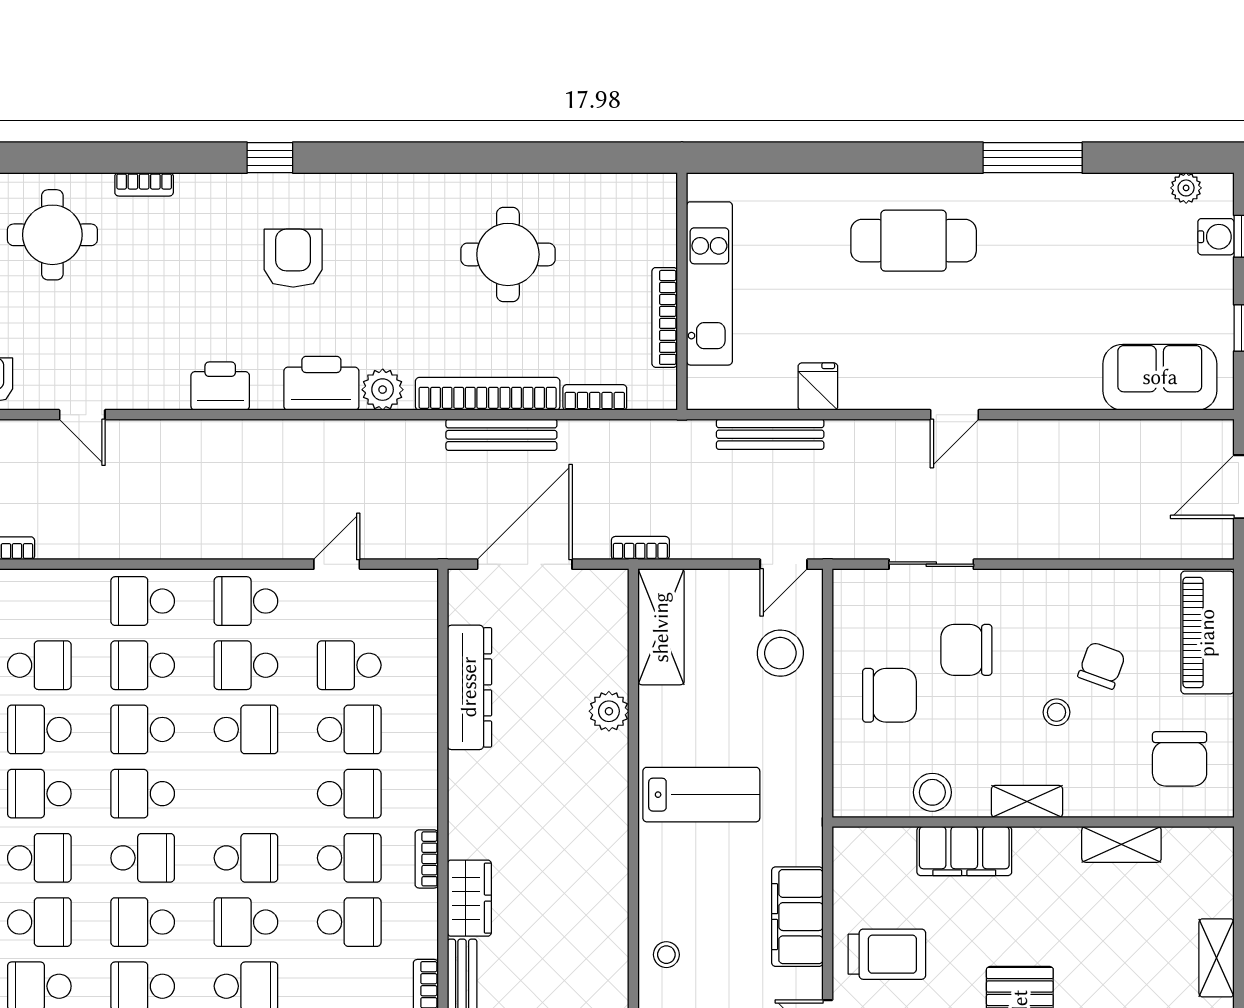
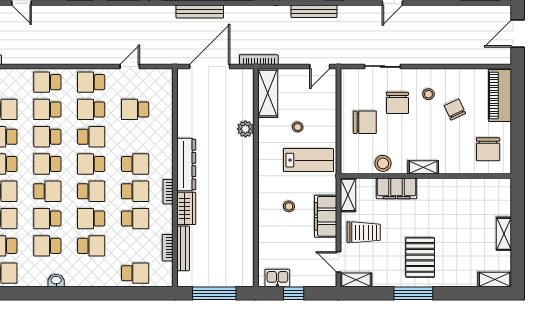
bookcase: (640, 548) -> (259, 60), width x1.56
chair: (966, 650) -> (397, 103), turned -90
stool: (780, 653) -> (298, 127), moved, width x0.53, depth x0.53
chair: (1102, 665) -> (455, 110), turned -45
dresser: (469, 687) -> (186, 165), moved
stool: (1057, 712) -> (428, 94), moved
school desk: (349, 729) -> (91, 164), moved, turned 180
lab bench: (701, 795) -> (308, 160), moved
shelving: (1121, 844) -> (348, 195), moved, turned 90
stool: (666, 955) -> (289, 206), moved

